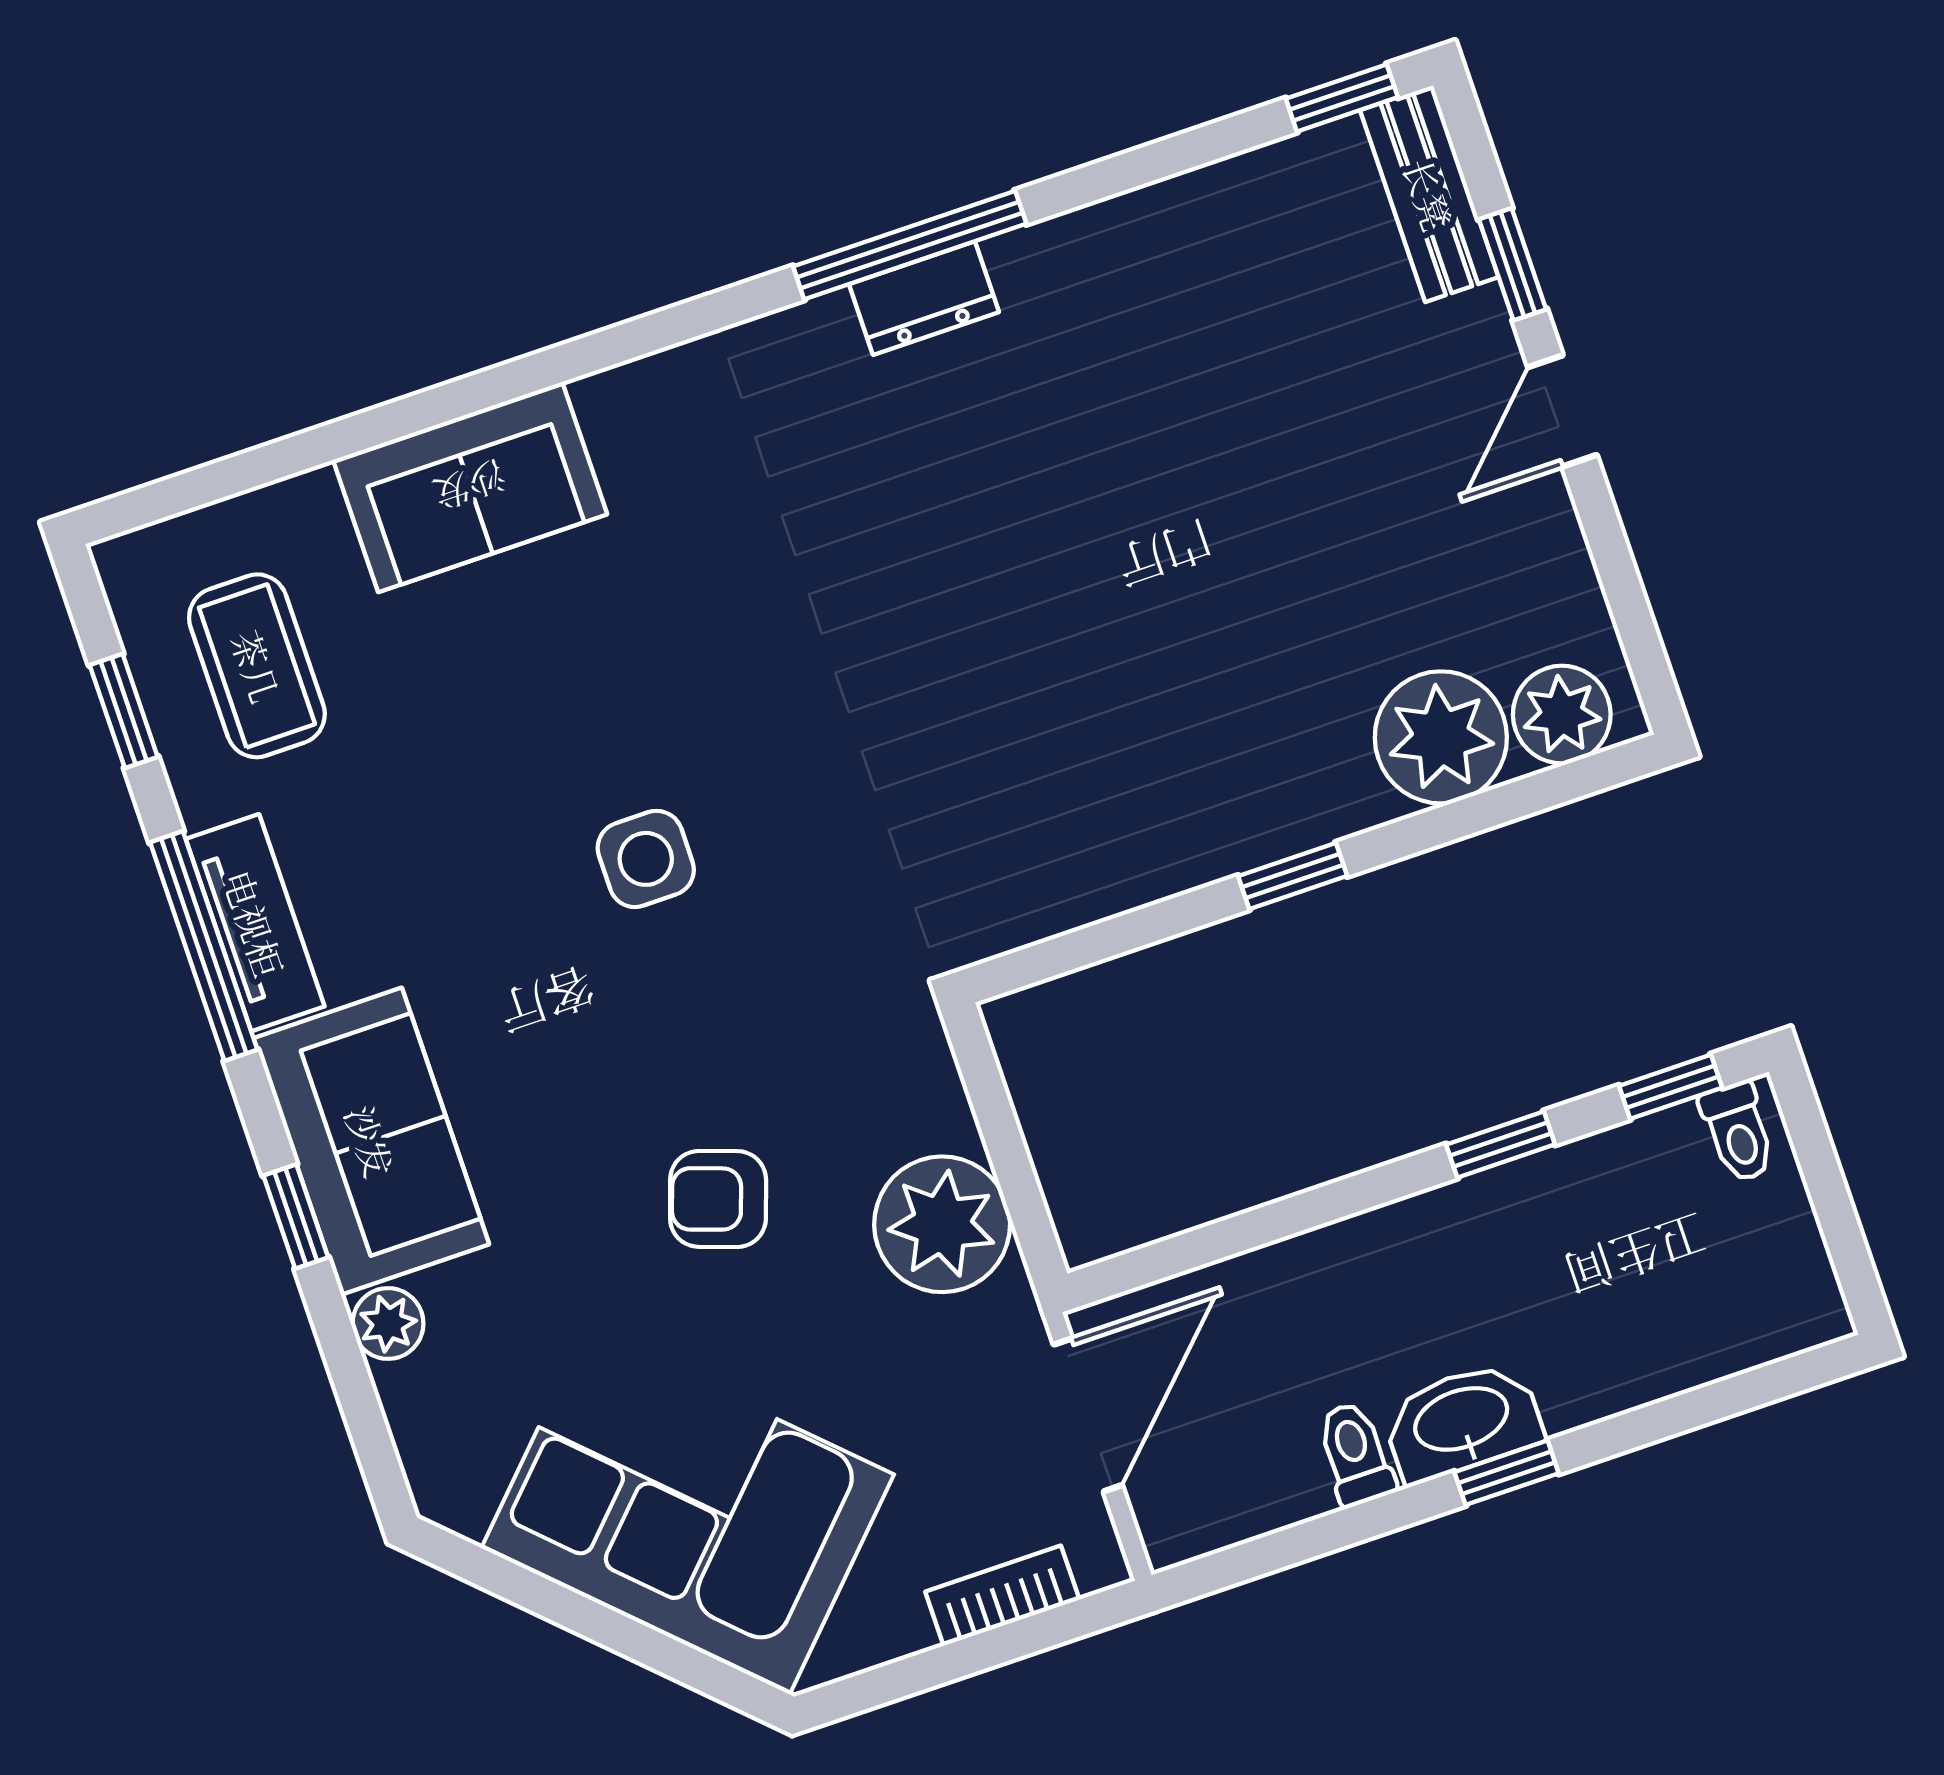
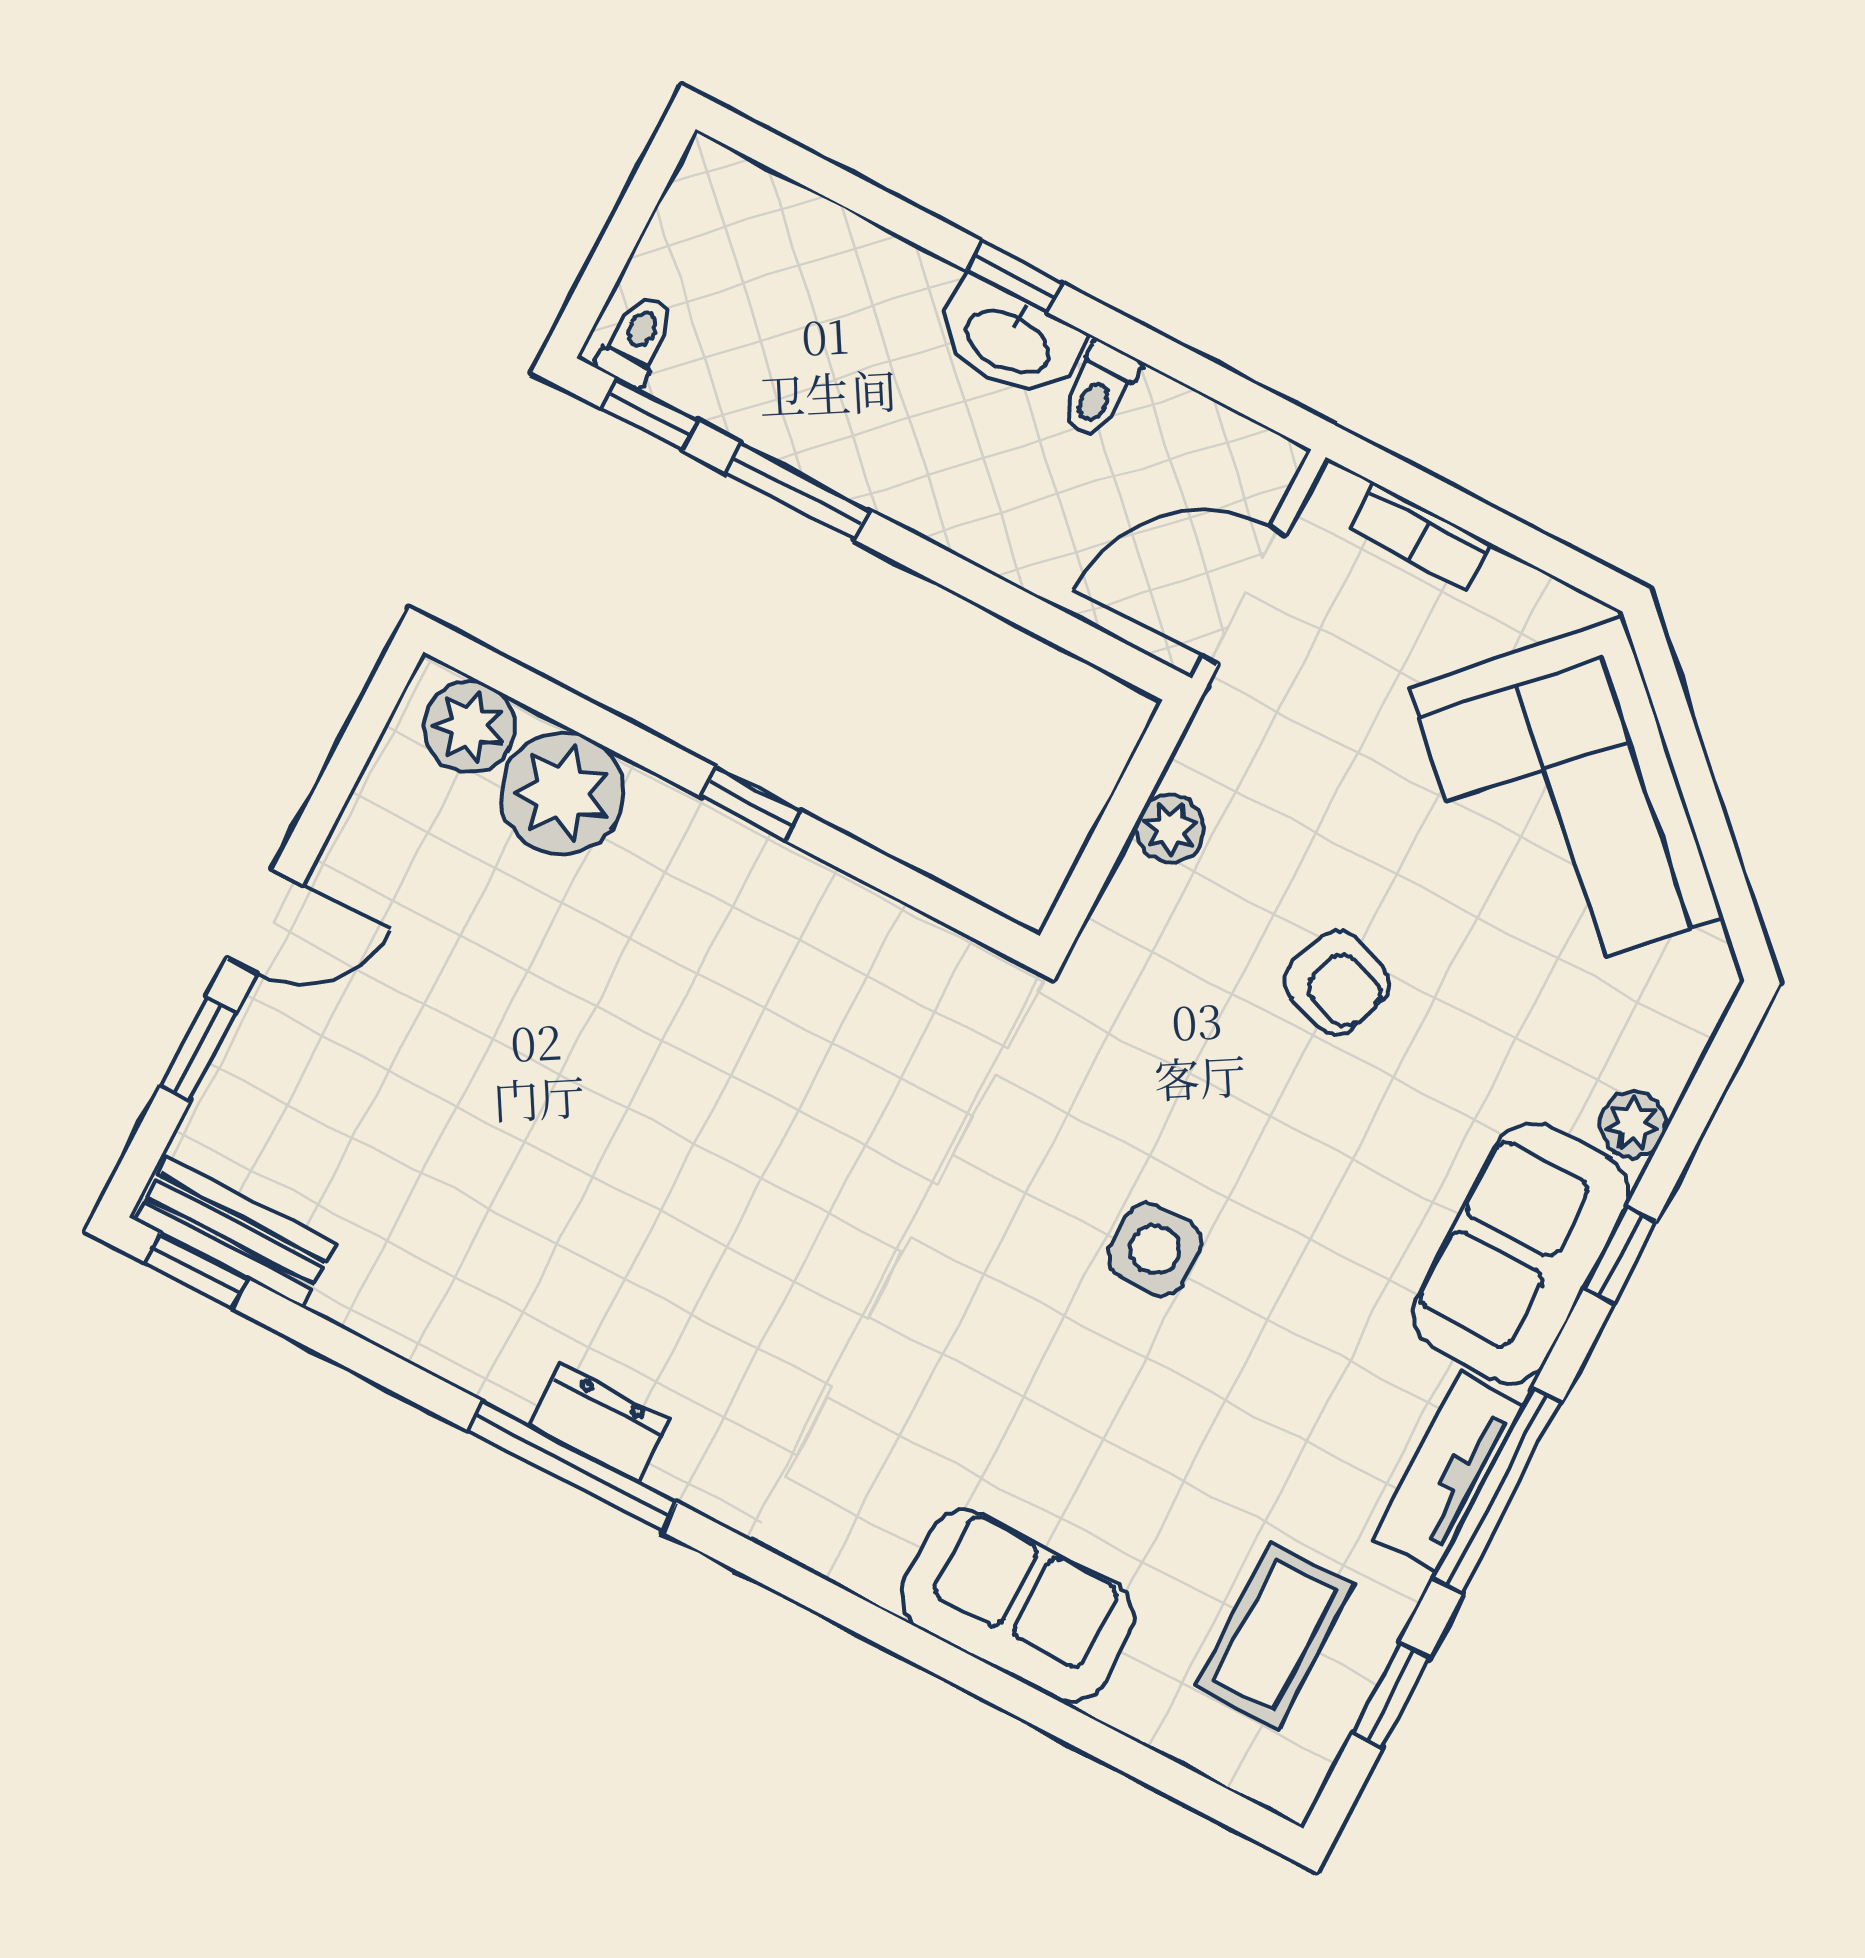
bench: (1429, 194) -> (235, 1232), moved, turned 90
window: (1501, 1145) -> (798, 492), width x1.50
plant: (942, 1224) -> (1170, 828), width x0.53, depth x0.53

